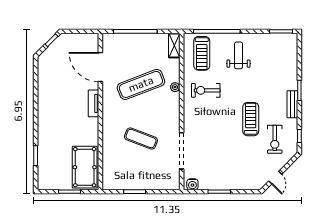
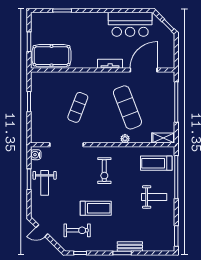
bar counter: (51, 82) -> (130, 24), added
exercise bike: (206, 90) -> (104, 171), moved, turned 180
bench: (292, 104) -> (130, 246), moved
exercise bike: (275, 139) -> (77, 230), turned 180
weight bench: (223, 175) -> (45, 183), added

